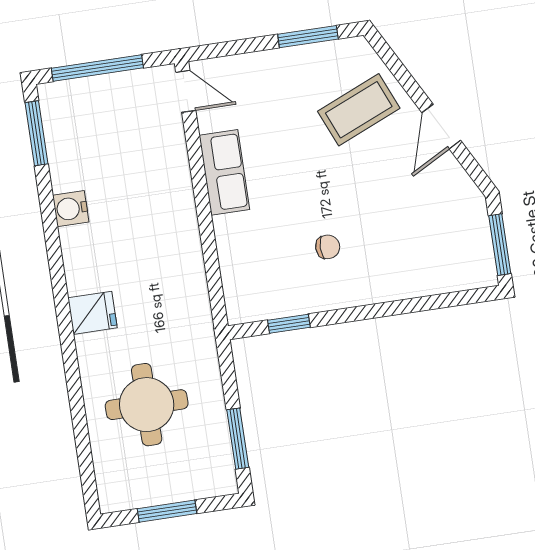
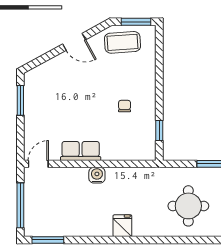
coffee table: (359, 110) -> (122, 42), moved, turned -71
water cooler: (71, 209) -> (97, 175), moved, turned 180
fridge: (92, 313) -> (122, 226), moved

